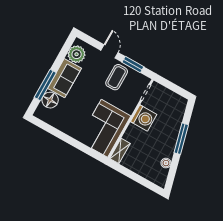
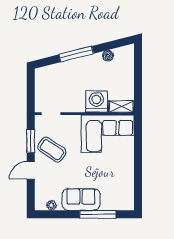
plant: (77, 54) -> (51, 205), width x0.53, depth x0.53
coffee table: (117, 77) -> (52, 150), turned 35
floor lamp: (50, 100) -> (110, 202), removed
washing machine: (144, 118) -> (96, 102), moved

